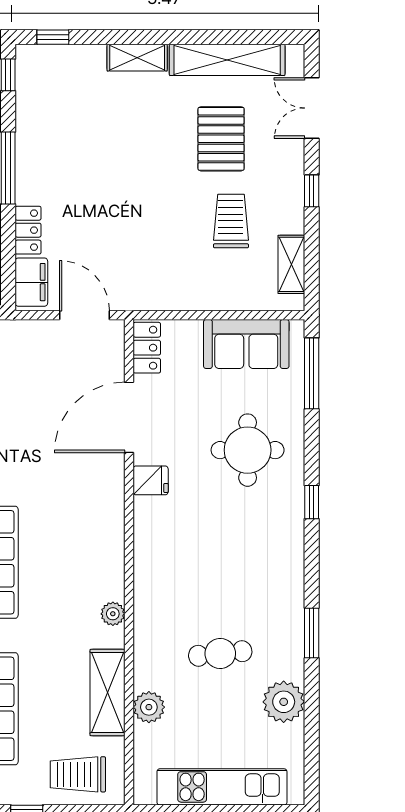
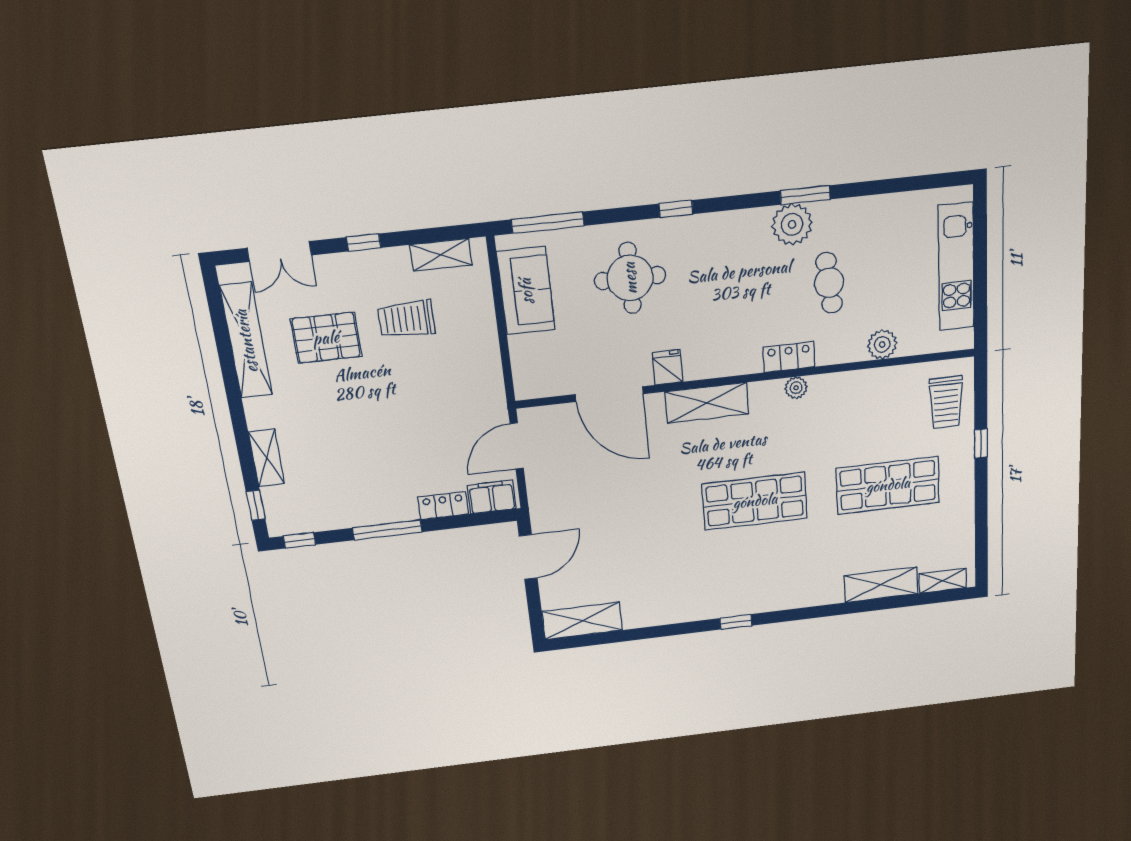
shelving: (137, 58) -> (267, 458), moved
locker: (147, 348) -> (789, 357), moved
shelving: (107, 693) -> (707, 403), moved
plant: (284, 702) -> (792, 224), moved

